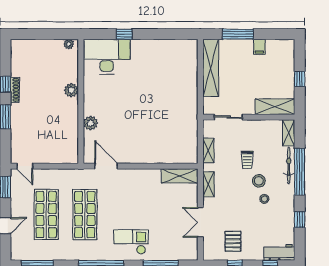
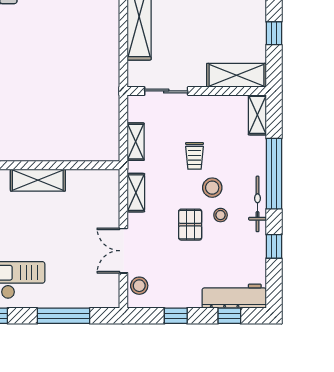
bicycle: (289, 165) -> (258, 204), moved
shelving: (180, 176) -> (38, 180), moved
pallet: (233, 241) -> (190, 225), moved
stool: (211, 246) -> (139, 286), added
workbench: (279, 252) -> (234, 296), width x1.38

